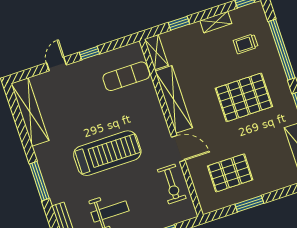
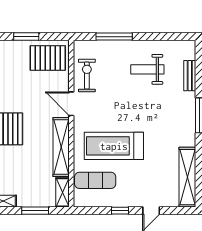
window: (179, 23) -> (35, 211), width x1.50
treadmill: (107, 153) -> (114, 146), moved
pallet: (230, 173) -> (48, 58), moved

